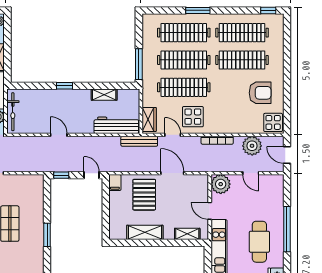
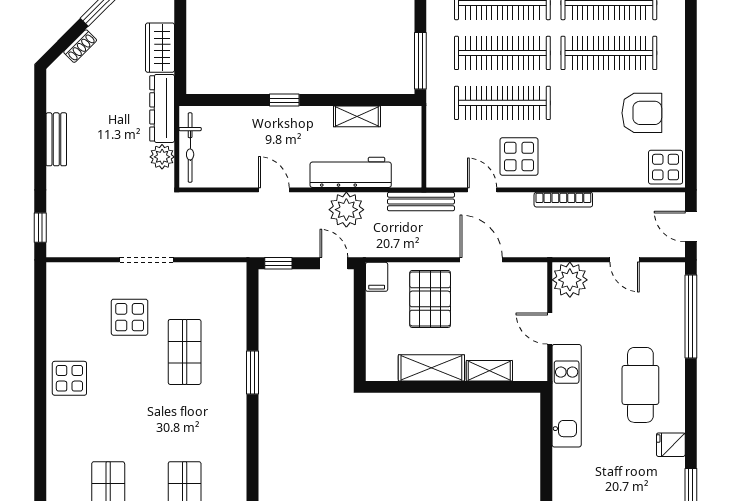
wardrobe: (149, 119) -> (439, 162), removed
workbench: (116, 125) -> (351, 172), moved
plant: (252, 146) -> (346, 210), moved
window: (287, 229) -> (691, 316), moved
shelving: (187, 234) -> (489, 371), moved

